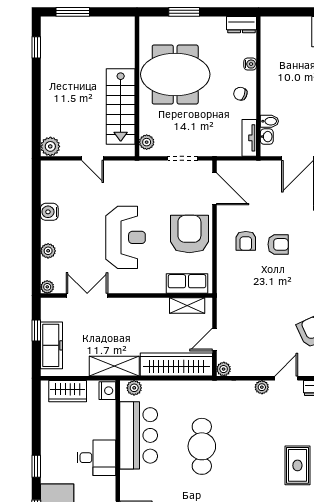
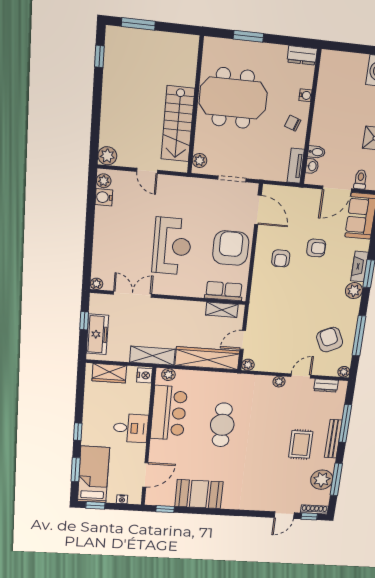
water cooler: (49, 212) -> (104, 197), moved
armchair: (278, 244) -> (316, 248), moved
plant: (48, 251) -> (104, 181), moved

